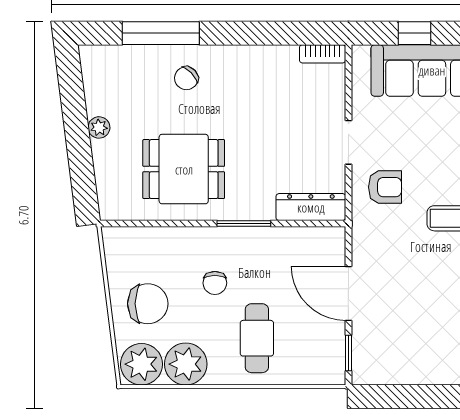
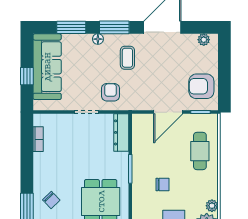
bookcase: (323, 54) -> (38, 139), moved
cafe table: (257, 338) -> (200, 151), moved, turned 90
armchair: (396, 355) -> (201, 86), added
plant: (186, 364) -> (212, 206), width x0.53, depth x0.53

